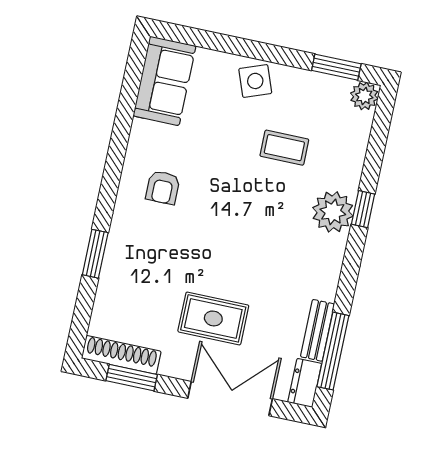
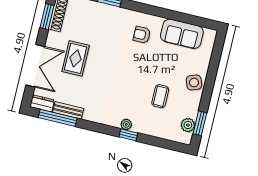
sofa: (164, 81) -> (182, 34), moved
plant: (364, 96) -> (188, 125), moved
plant: (333, 212) -> (126, 124), width x0.53, depth x0.53

